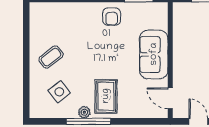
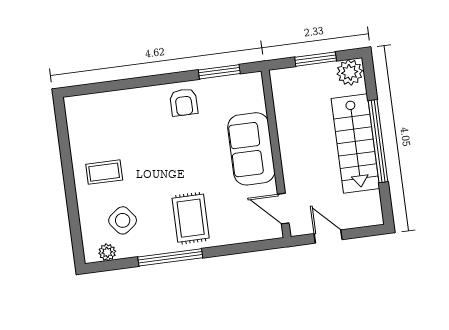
coffee table: (51, 57) -> (104, 172), turned 38
plant: (84, 112) -> (107, 252), moved

